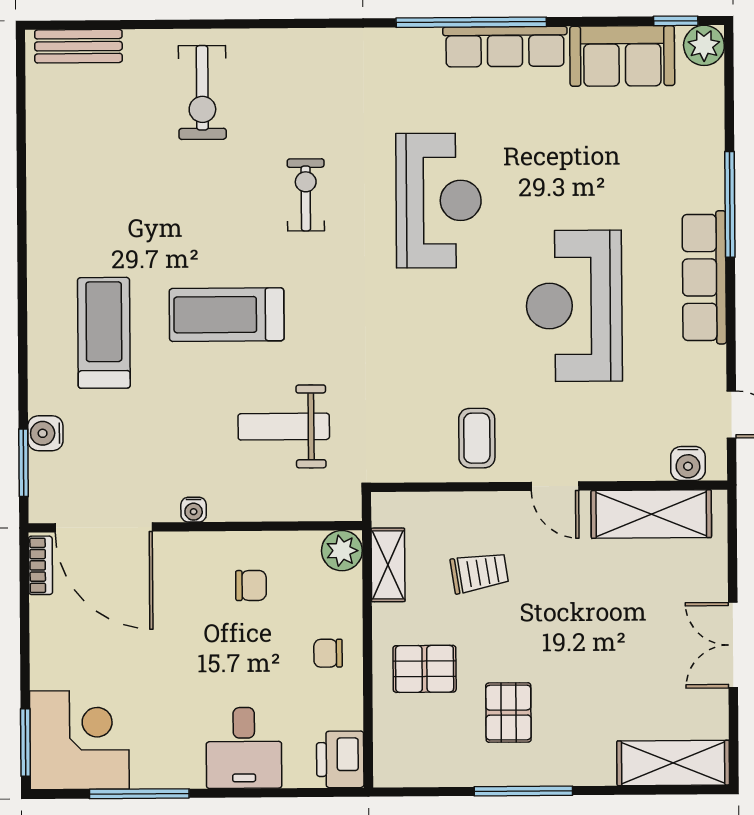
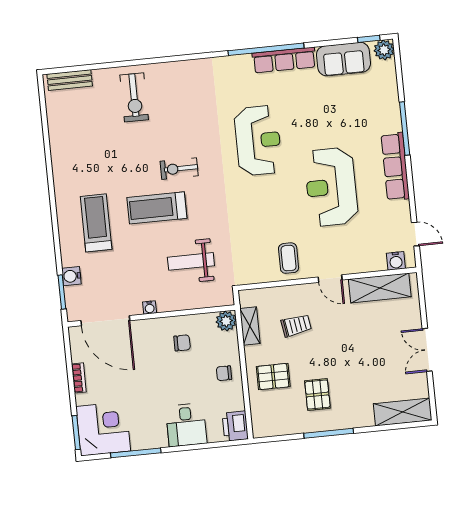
exercise bike: (306, 195) -> (179, 169), moved, turned -90
bookcase: (40, 565) -> (79, 378), moved

